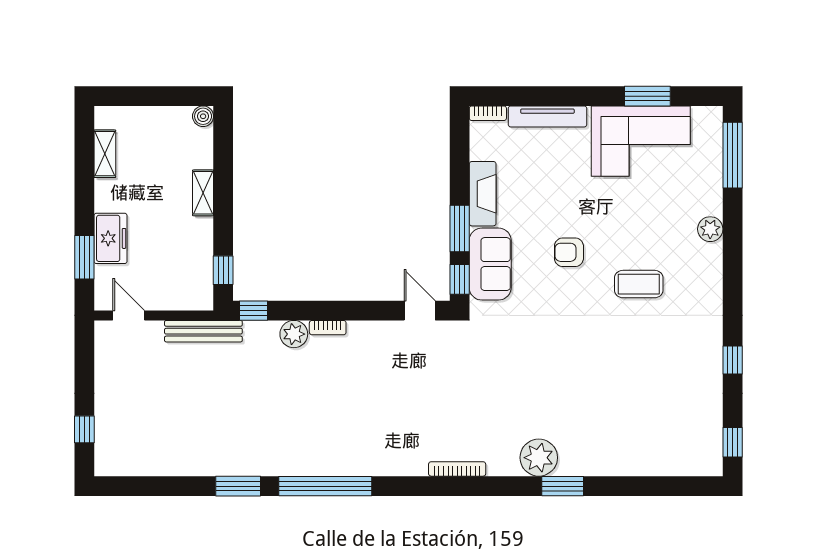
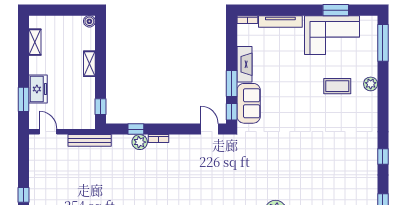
armchair: (569, 252) -> (292, 97), removed
coffee table: (639, 284) -> (337, 86), moved
window: (253, 311) -> (136, 129), moved

